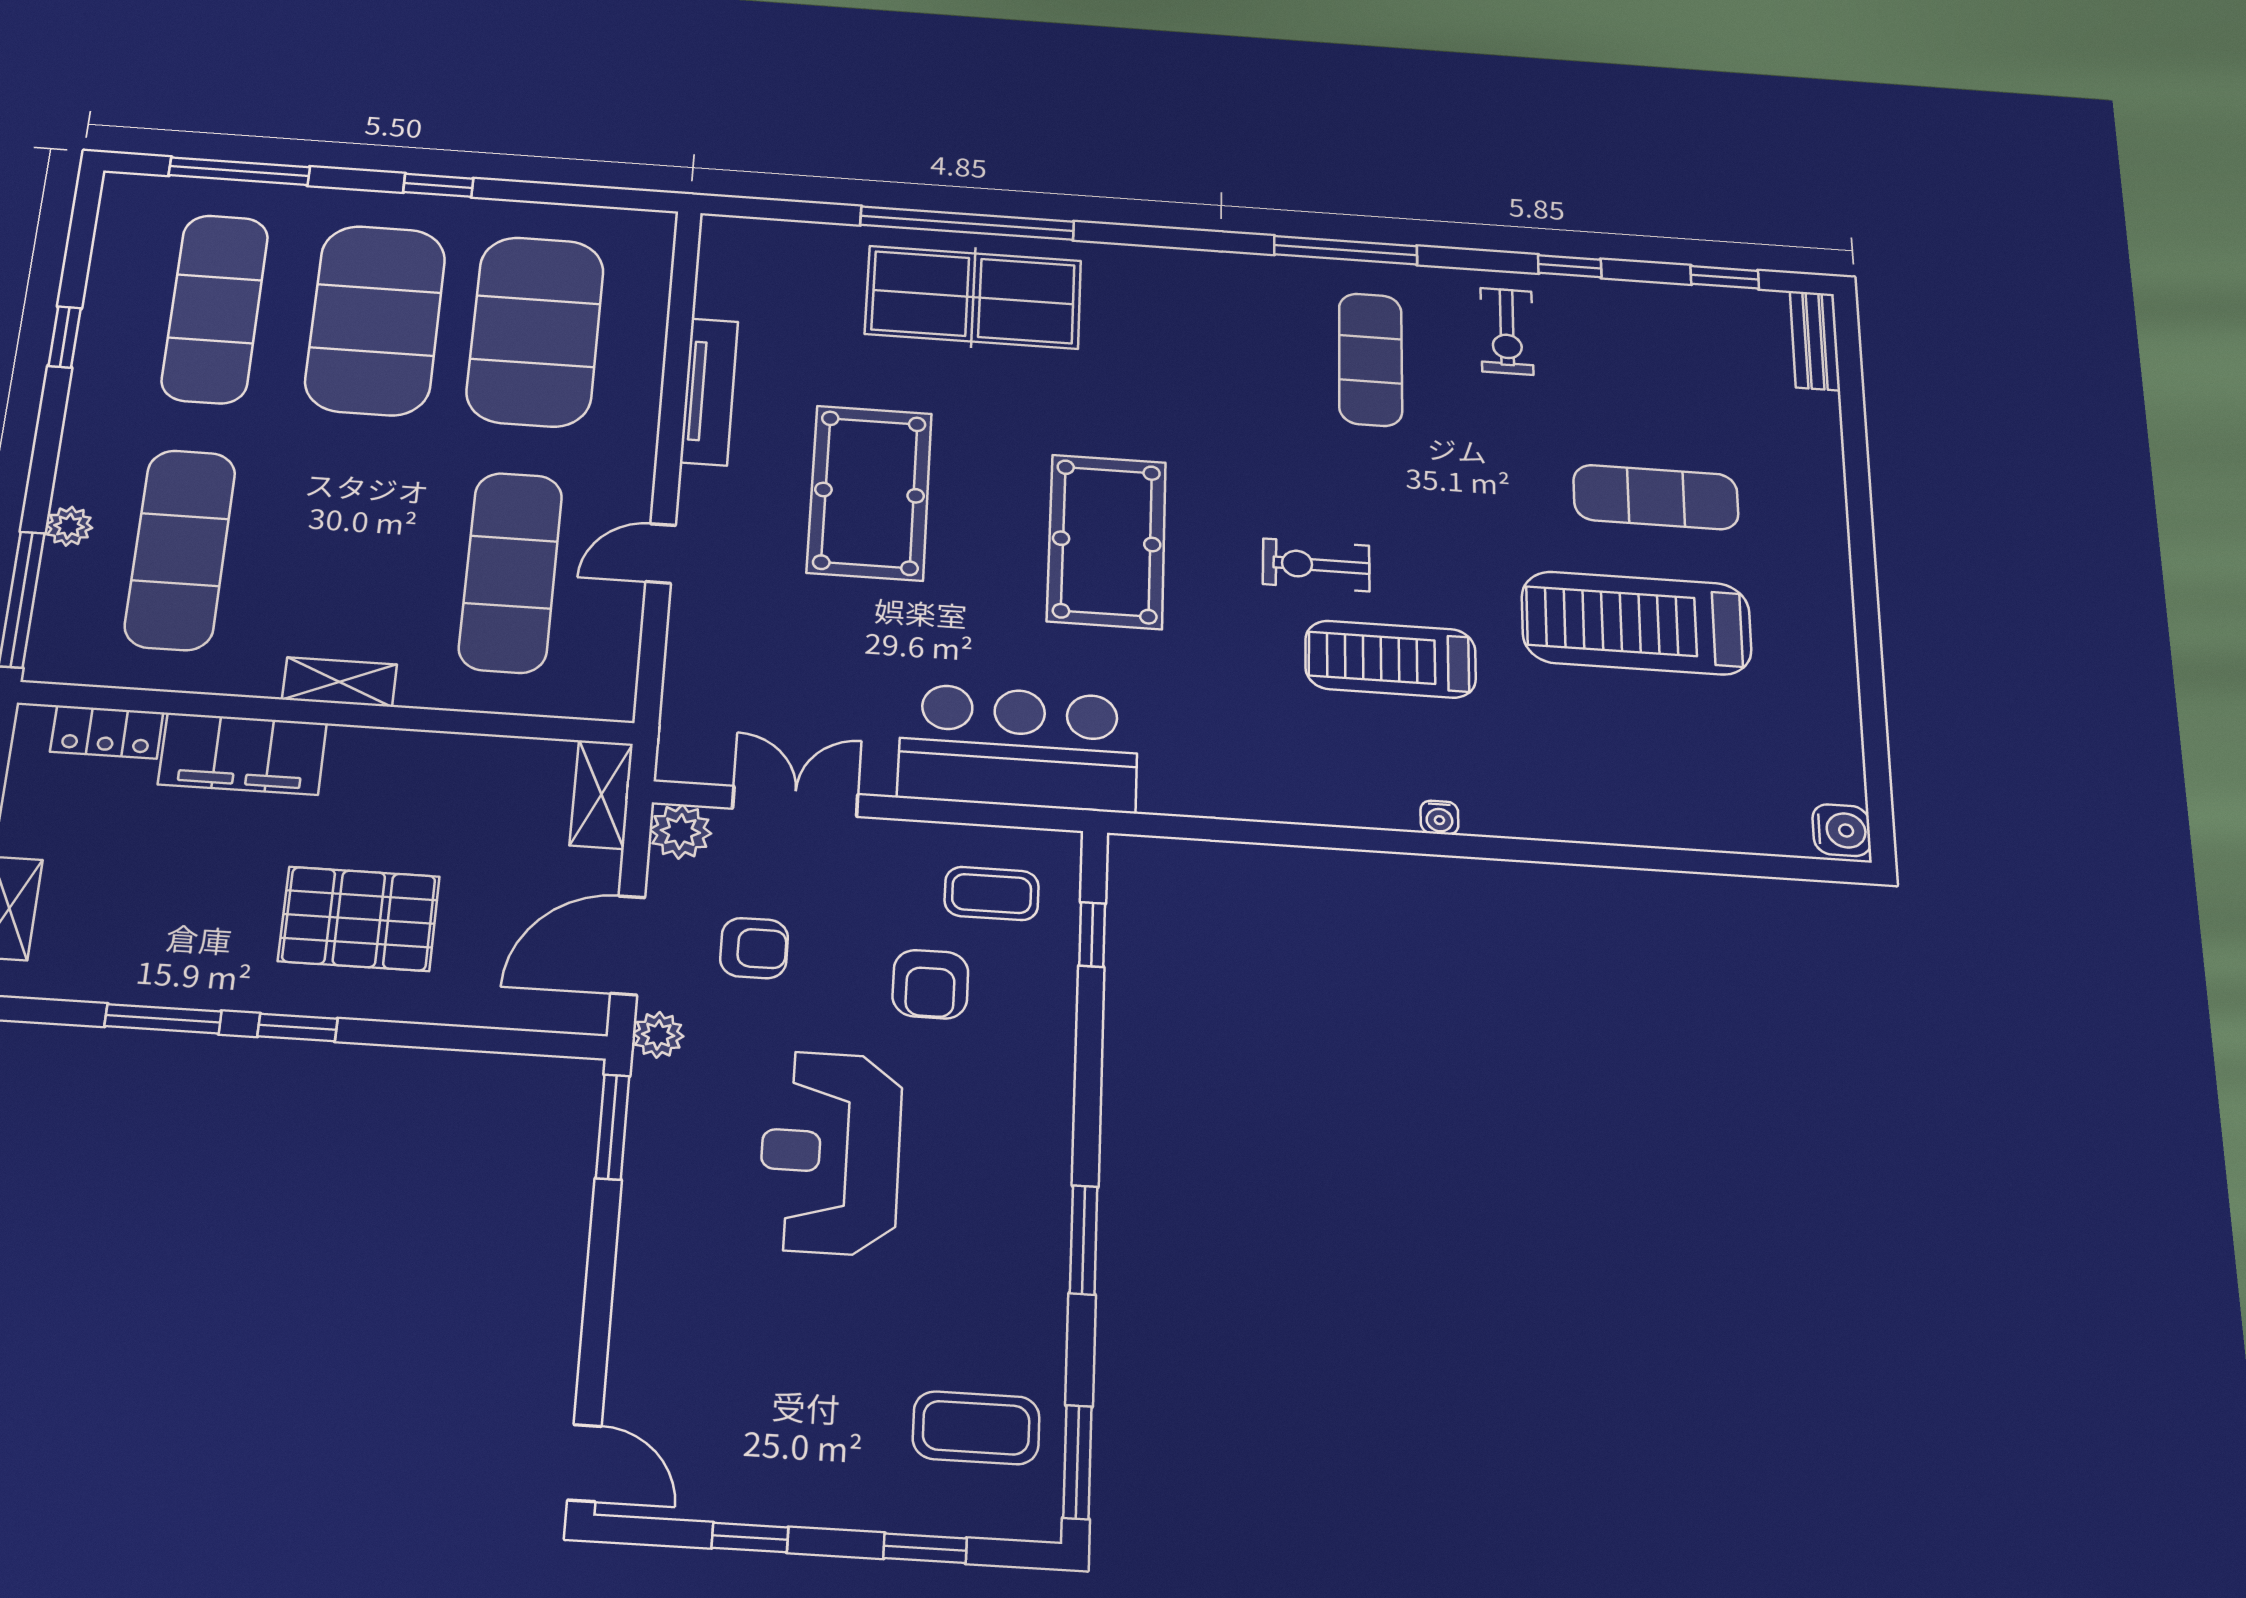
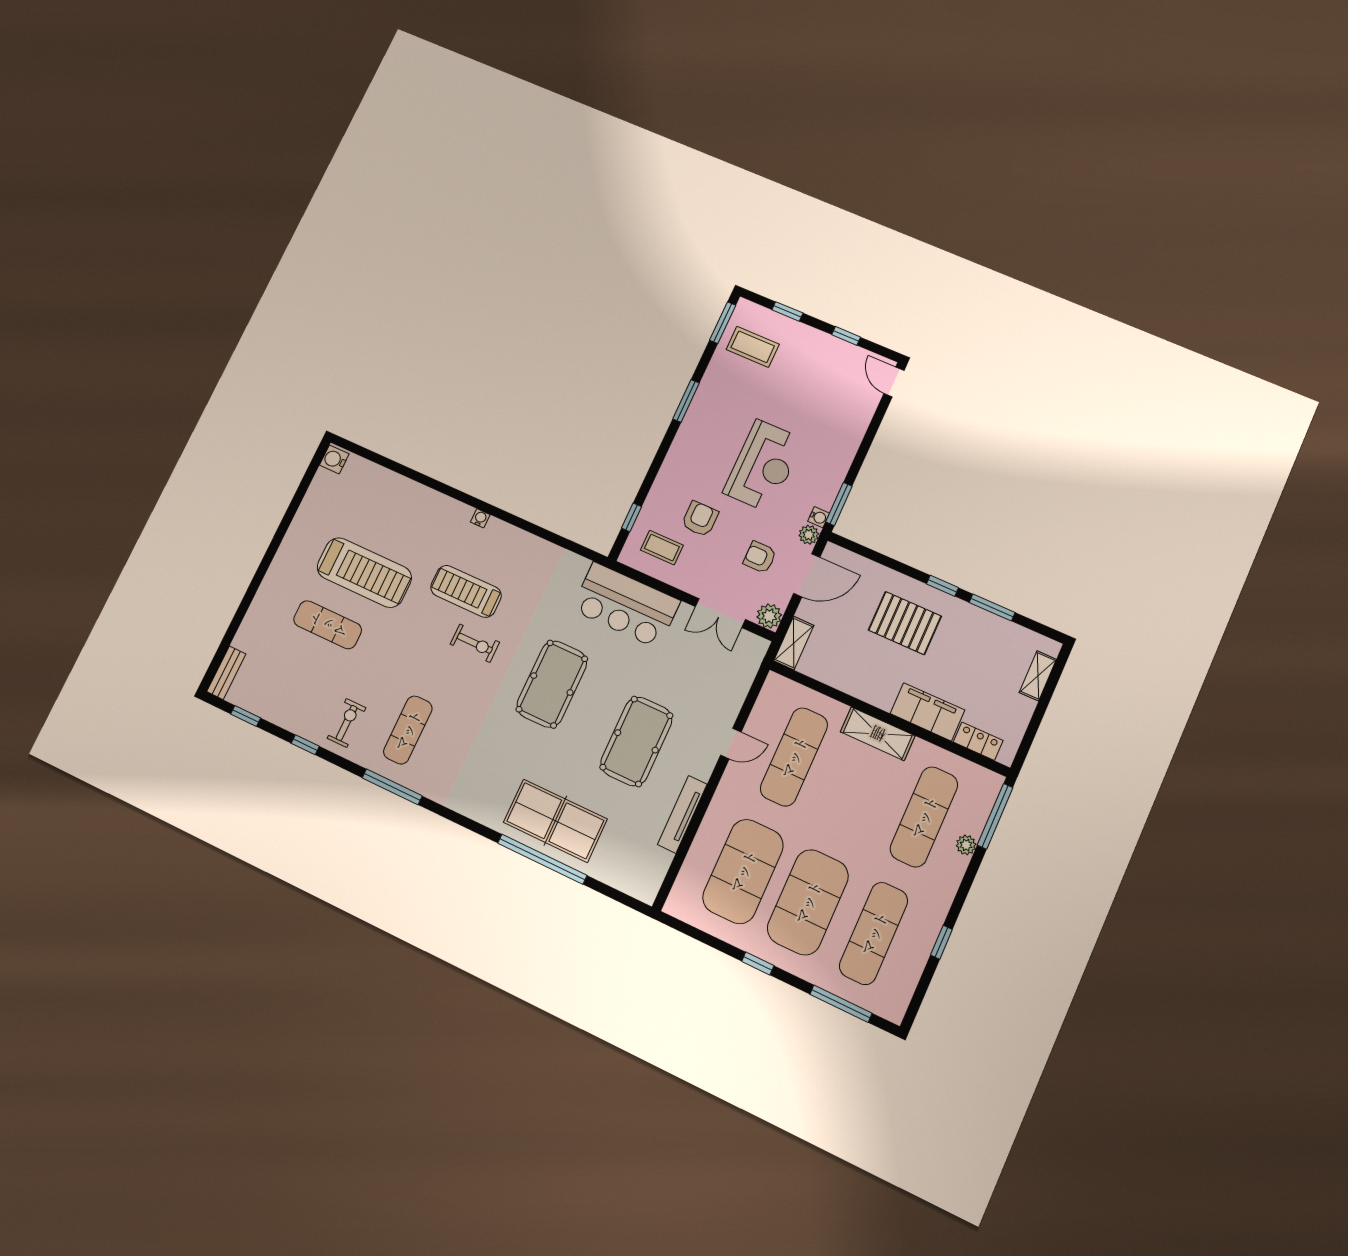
treadmill: (1391, 659) -> (466, 591), turned 180
shelving: (339, 682) -> (878, 734), width x1.50, depth x1.33
water cooler: (650, 1081) -> (819, 517), added

